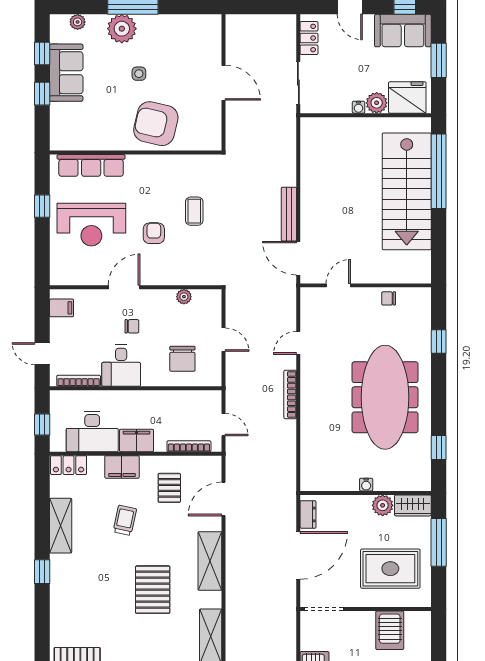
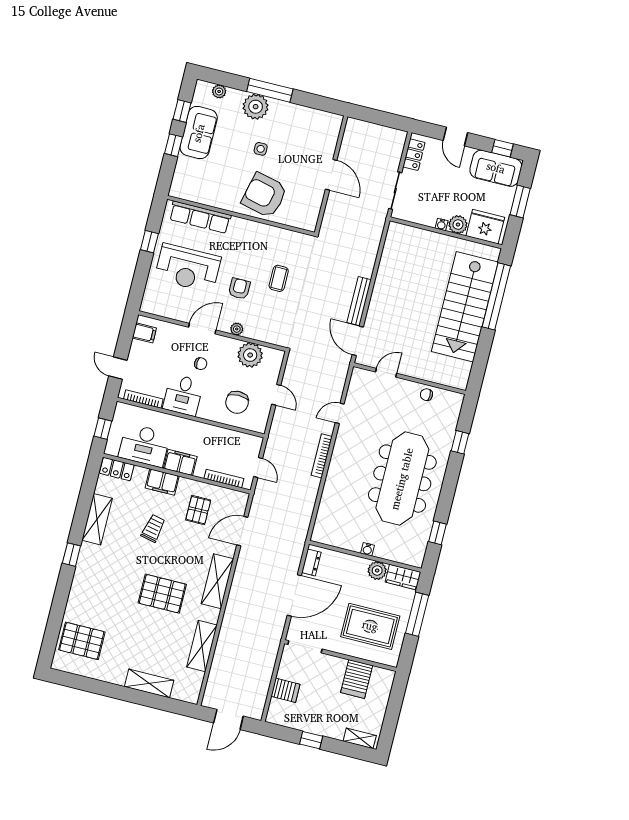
plant: (162, 278) -> (237, 329), added
plant: (184, 297) -> (250, 355), width x1.88, depth x1.88
pallet: (153, 590) -> (162, 594), turned 90

